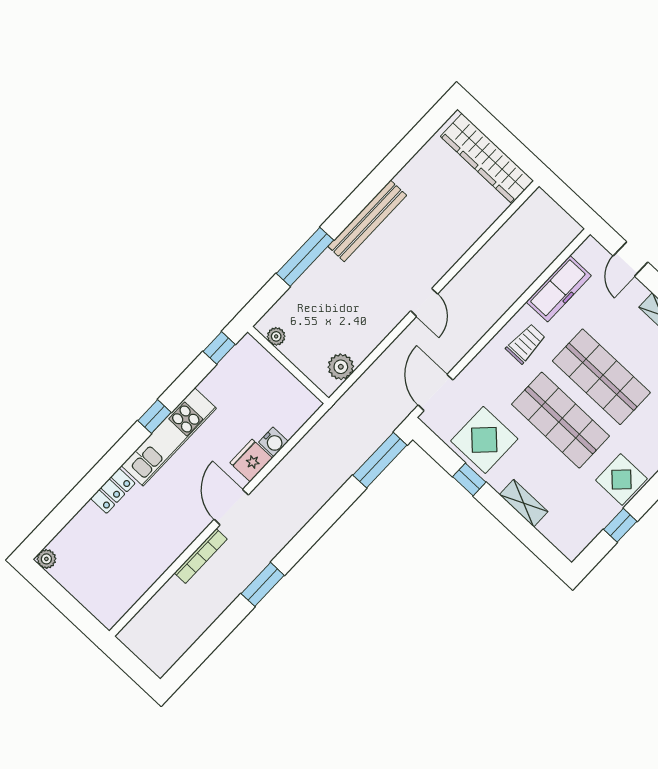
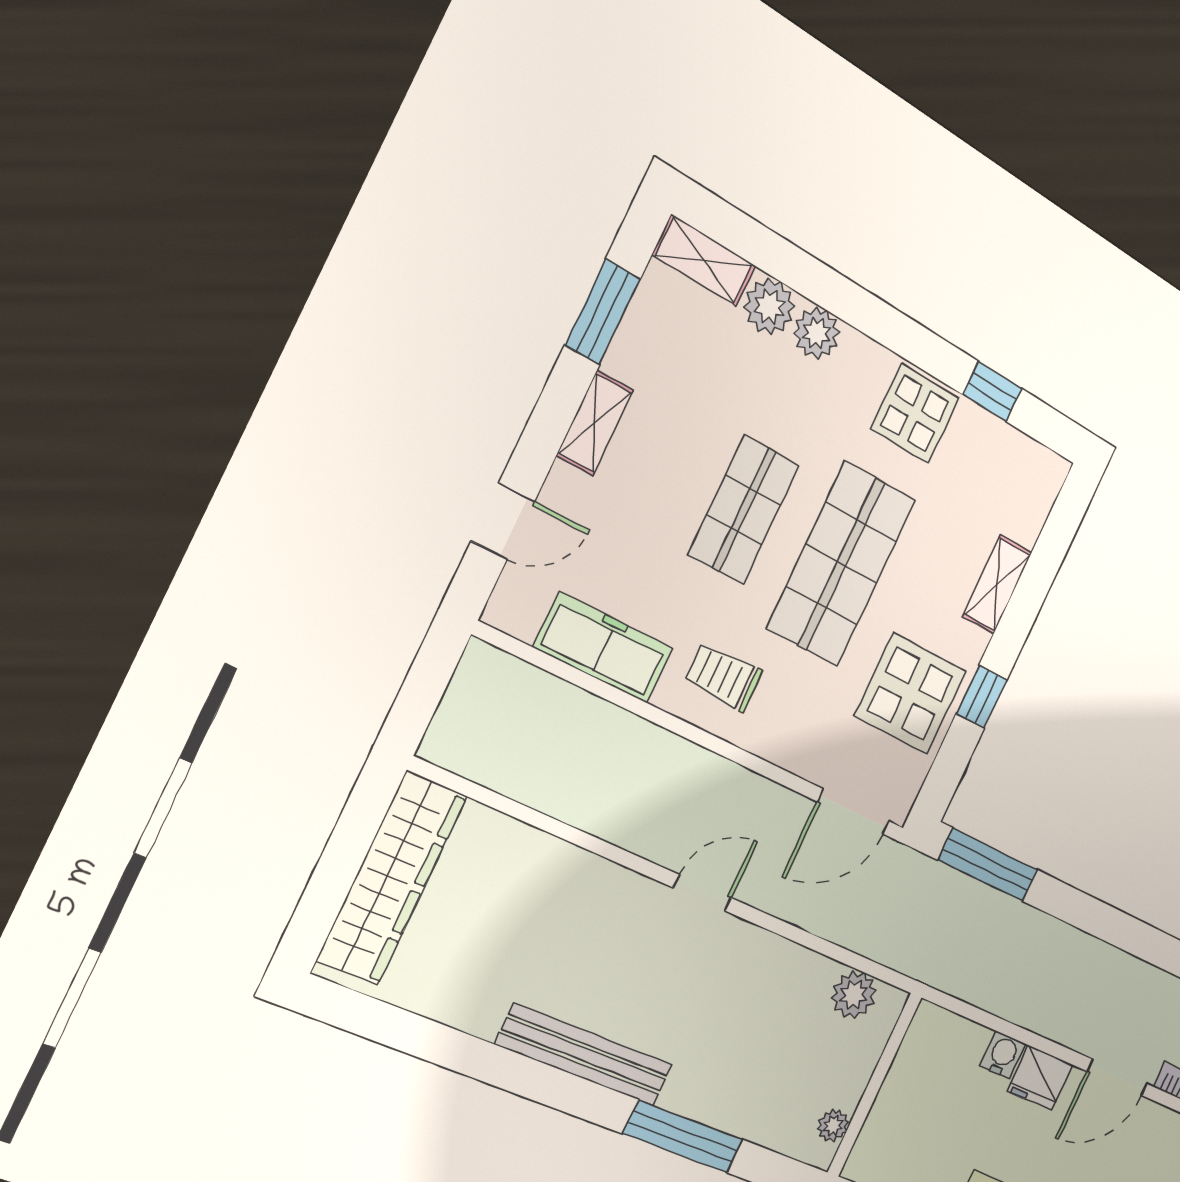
shop shelf: (601, 377) -> (744, 510), width x0.70, depth x0.74

